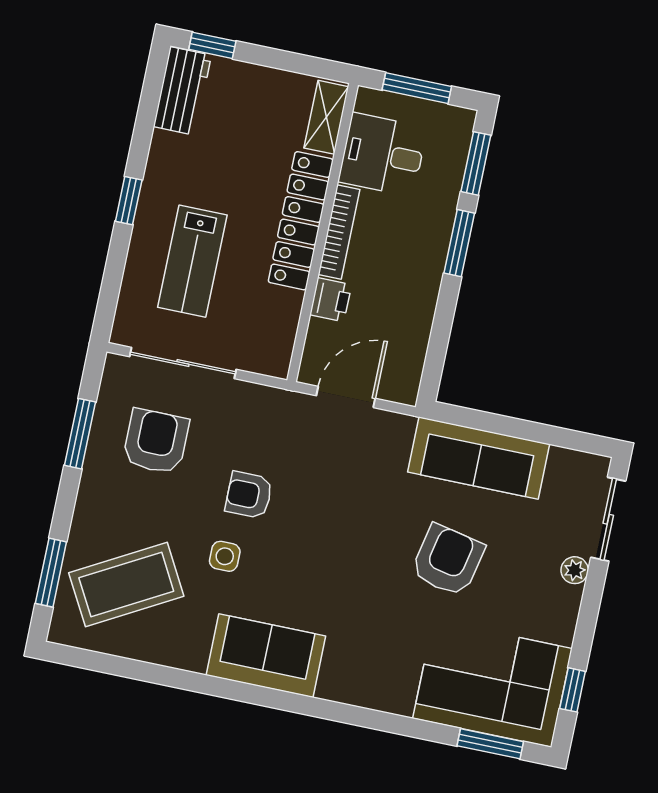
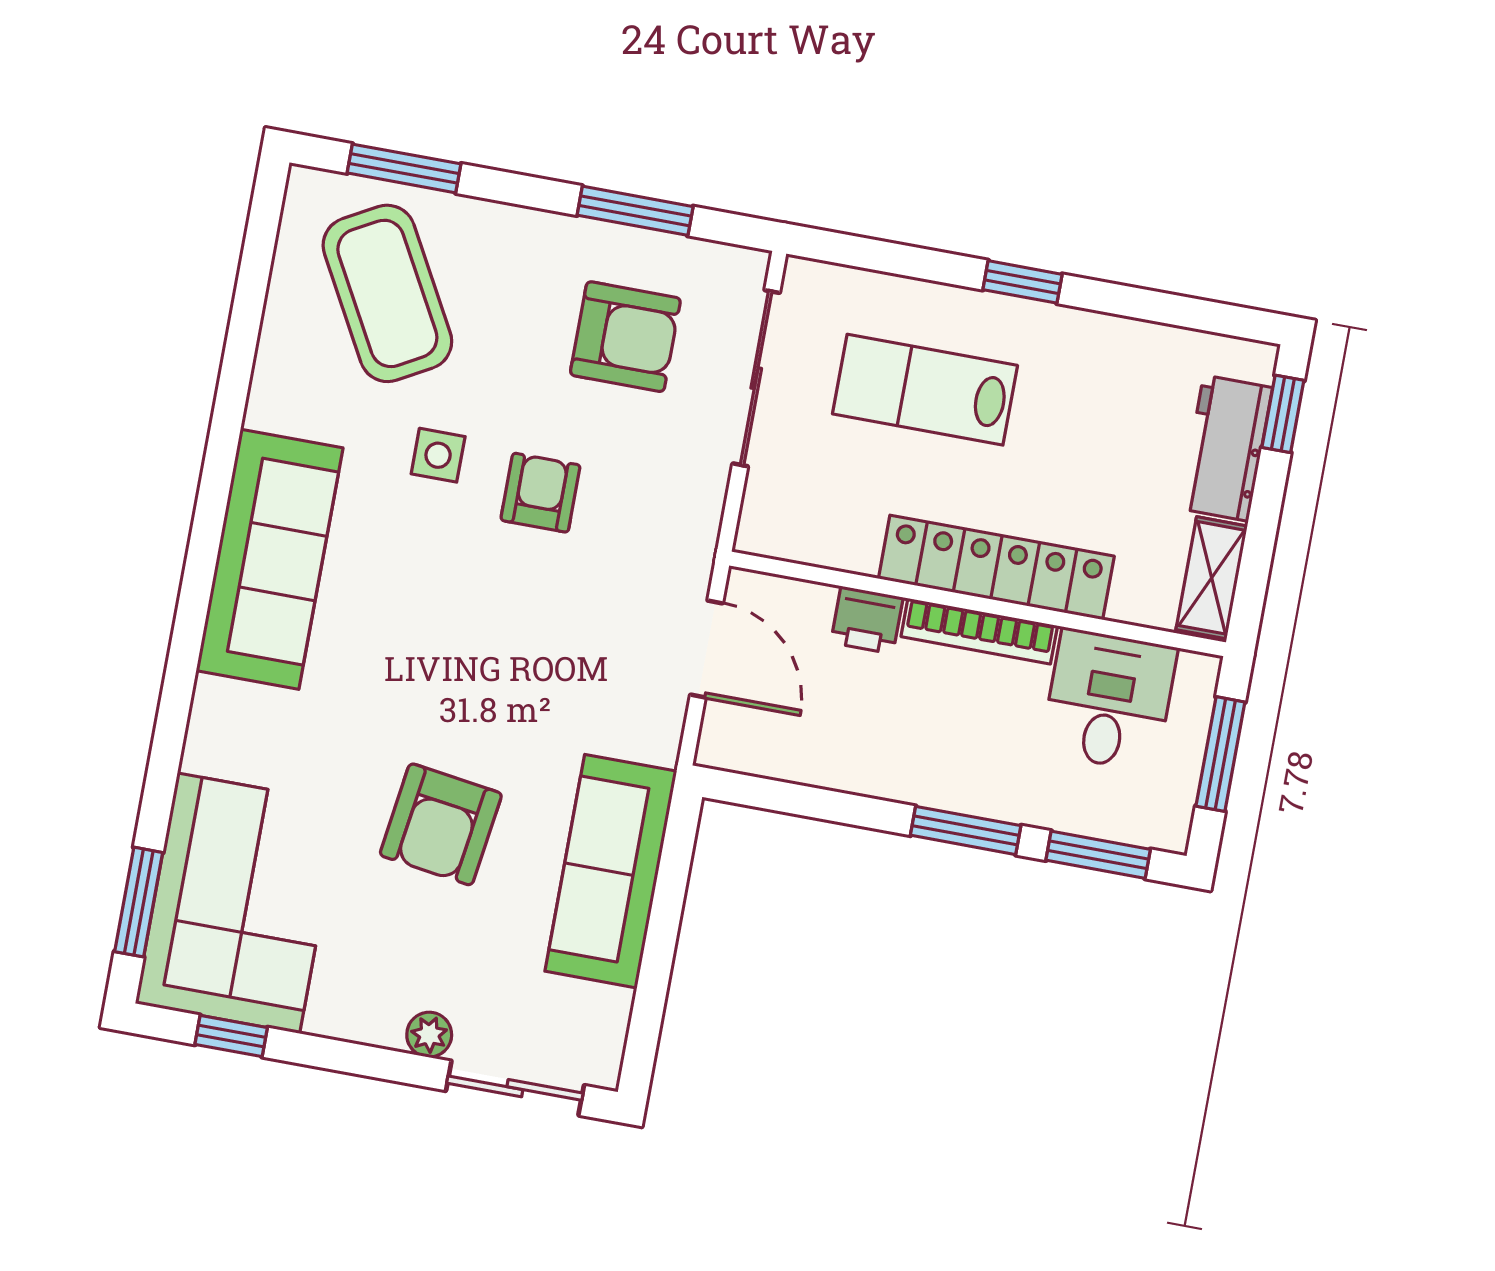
workbench: (182, 91) -> (1226, 448), moved, turned 90
shelving: (326, 117) -> (1212, 578), moved, turned 90
armchair: (448, 560) -> (441, 824), turned 86
sofa: (266, 656) -> (270, 559), width x1.36

